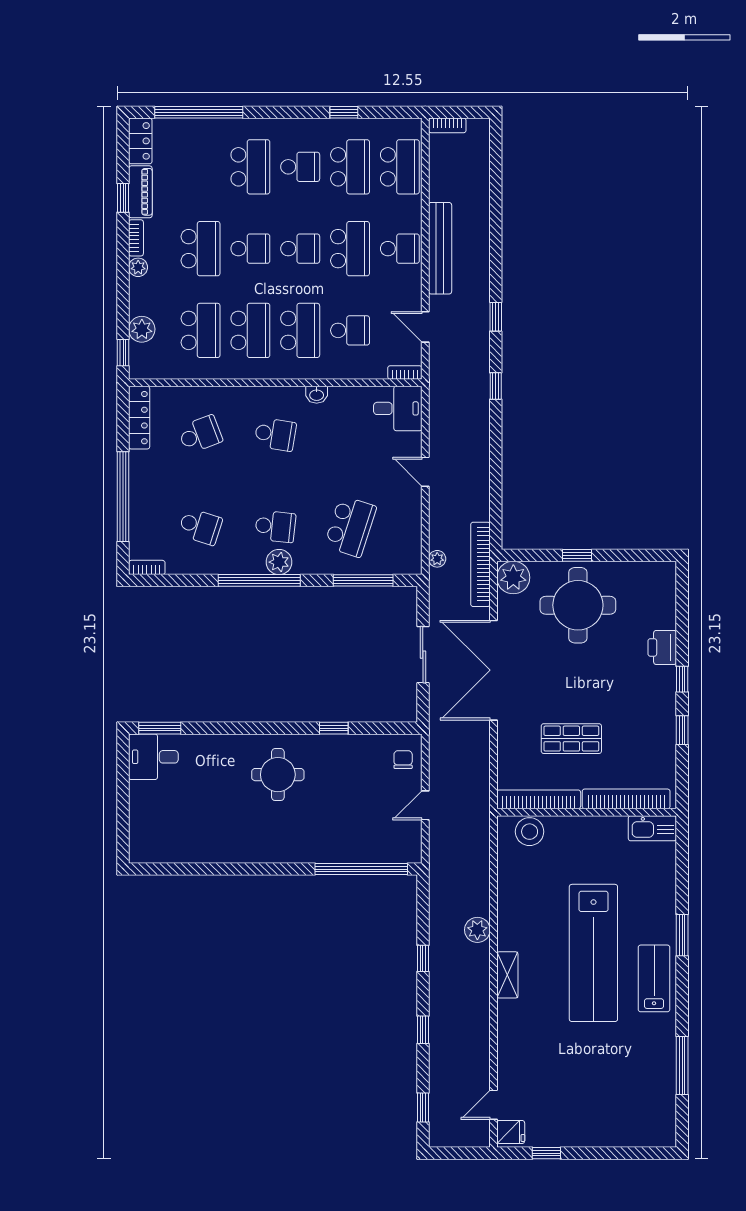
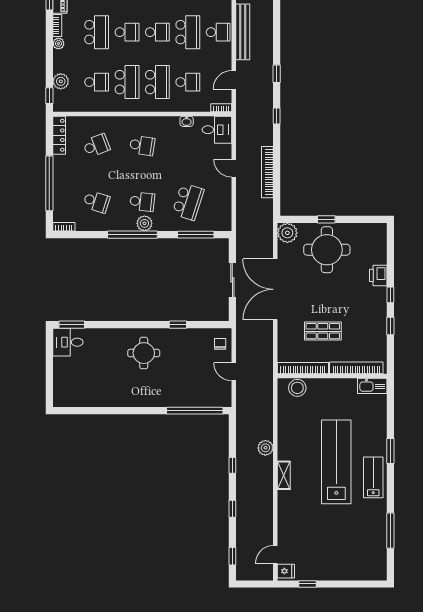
door: (425, 327) -> (234, 80), hinge flipped
school desk: (201, 330) -> (97, 82), width x0.54
washbasin: (317, 395) -> (187, 121), moved
plant: (437, 559) -> (241, 221), removed
bookcase: (480, 564) -> (267, 172), moved
door: (425, 805) -> (234, 372), hinge flipped
lab bench: (593, 953) -> (336, 462), turned 180

